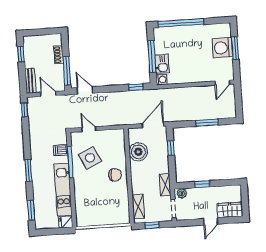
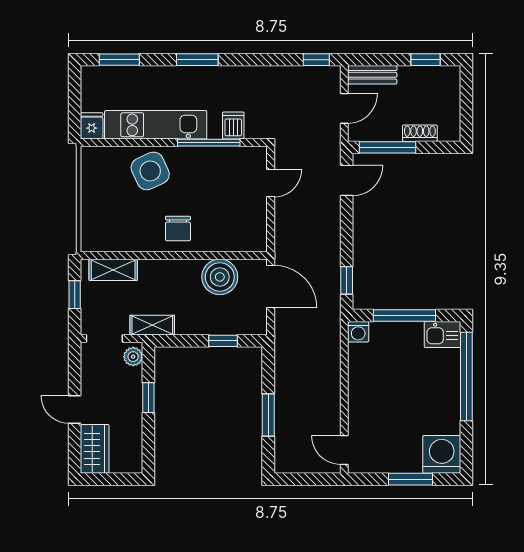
washing machine: (222, 48) -> (442, 454), moved
kitchen sink: (162, 64) -> (442, 334), moved
door: (153, 125) -> (271, 287), moved
side table: (90, 158) -> (150, 171), moved

